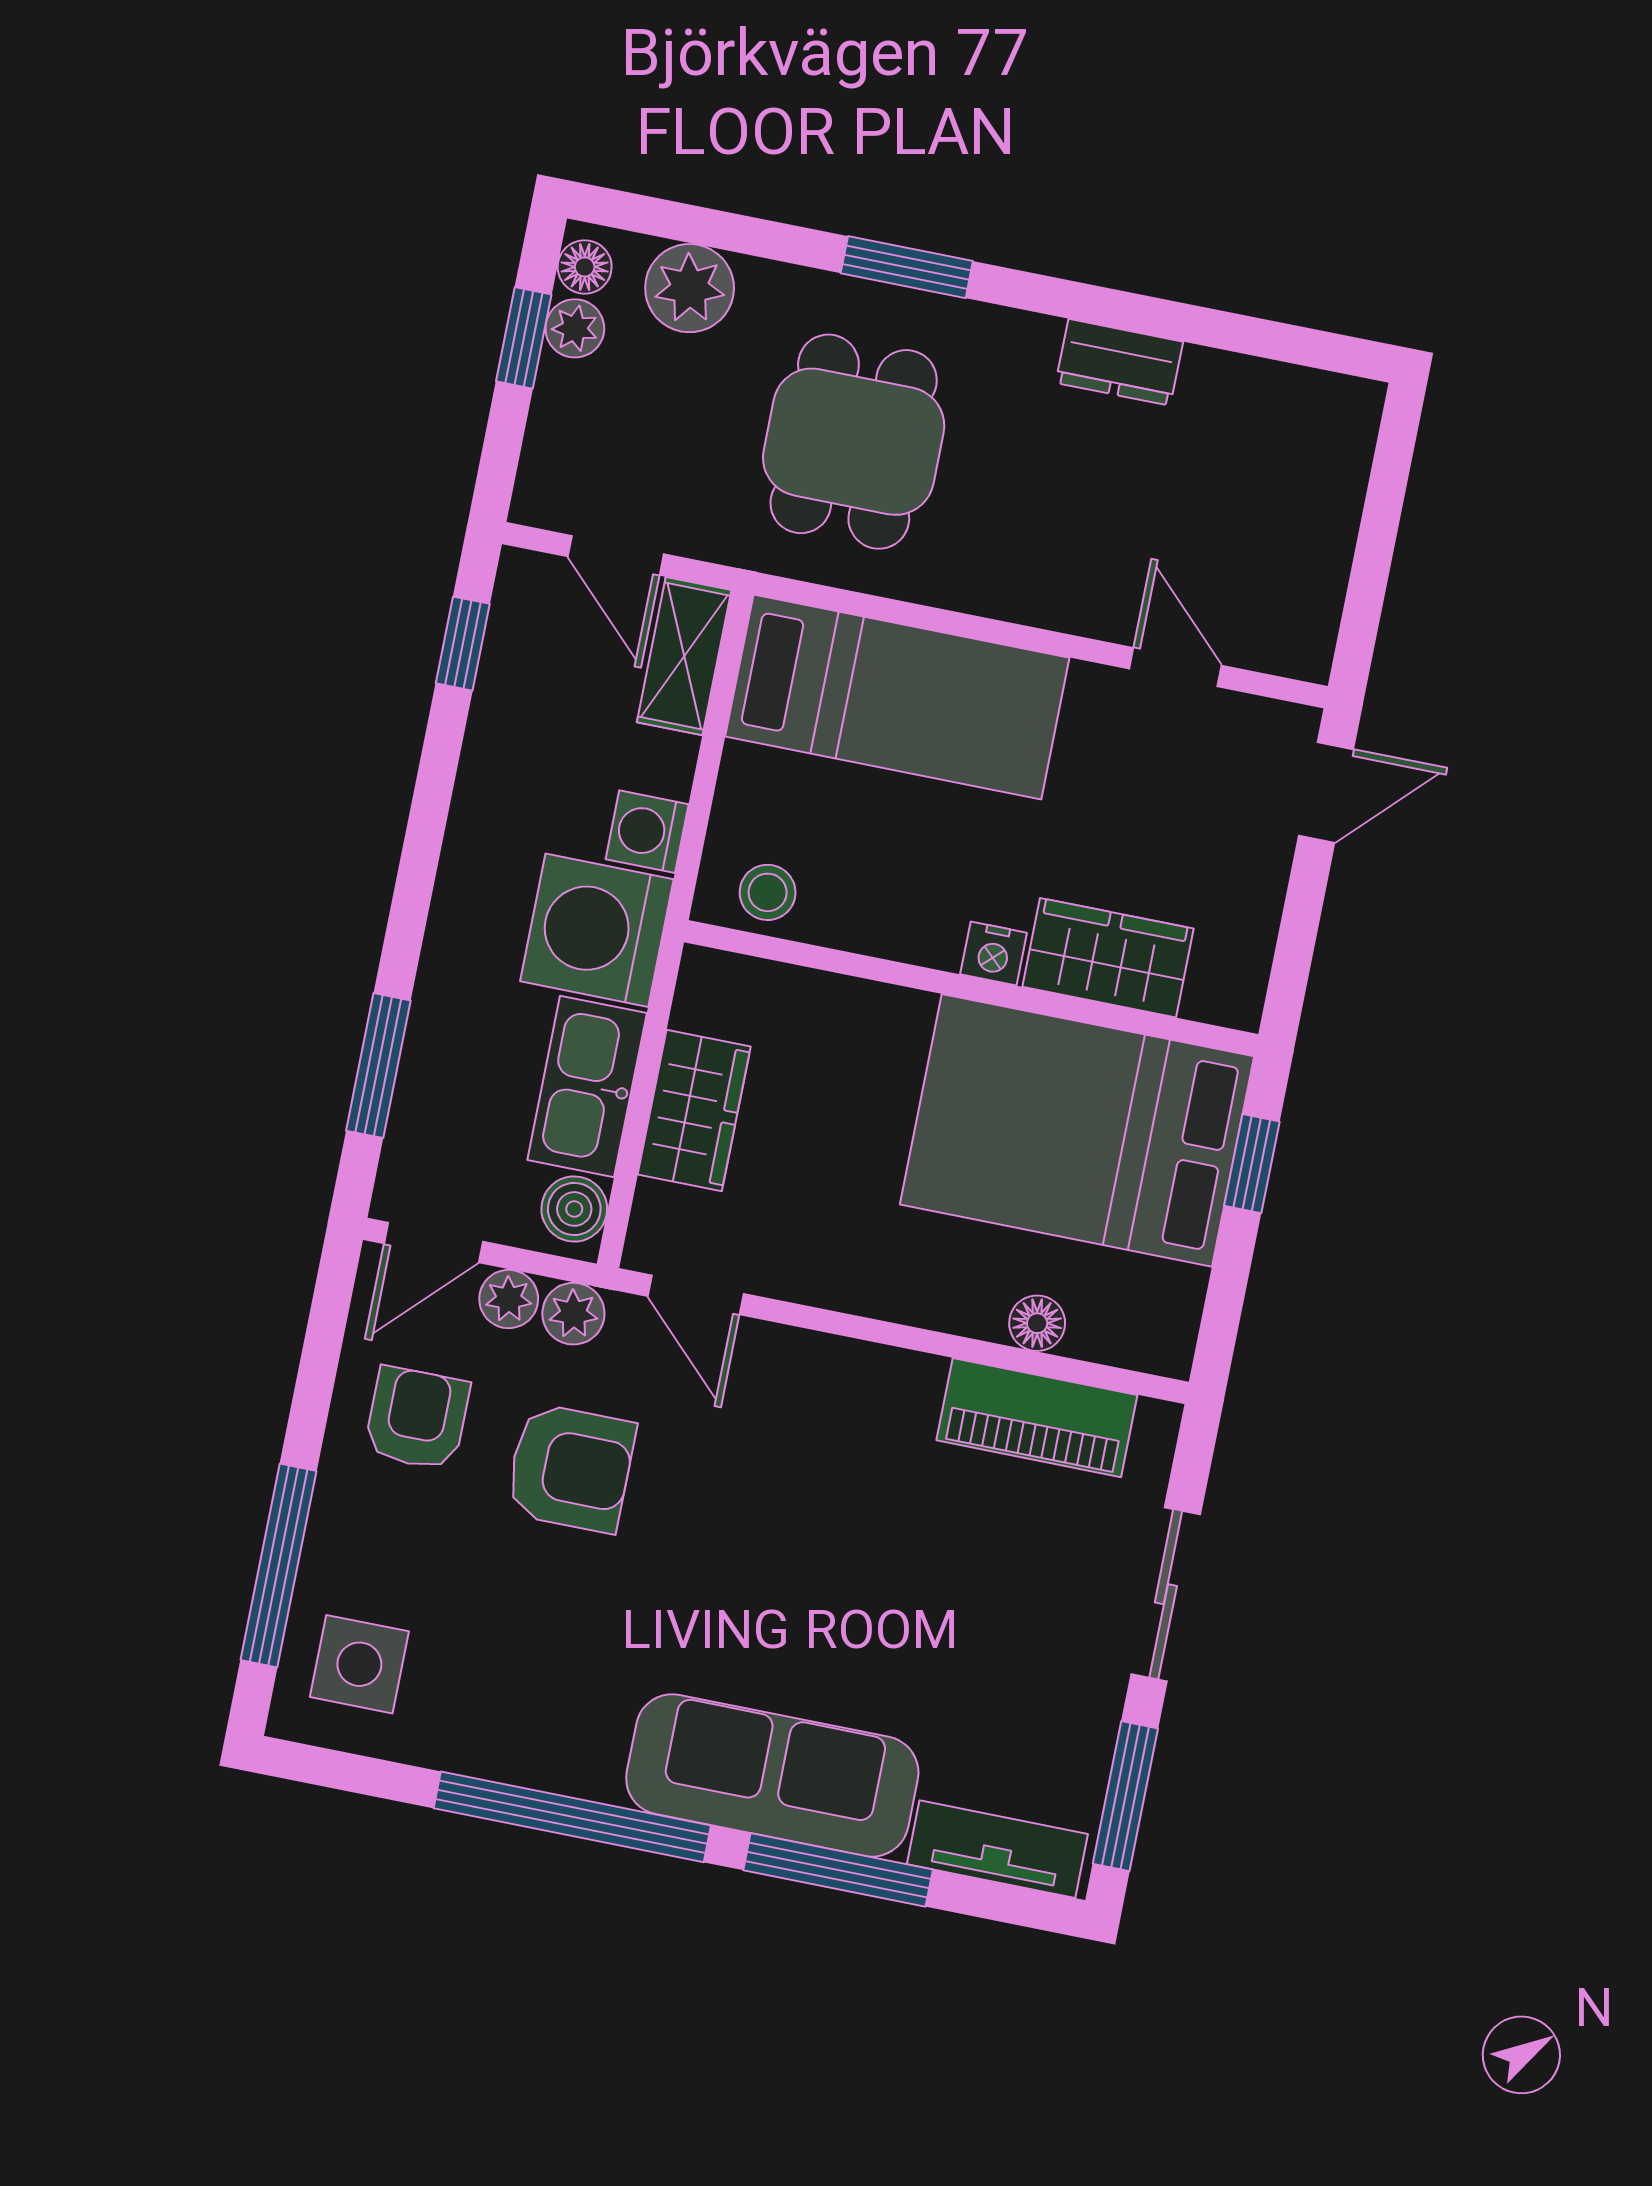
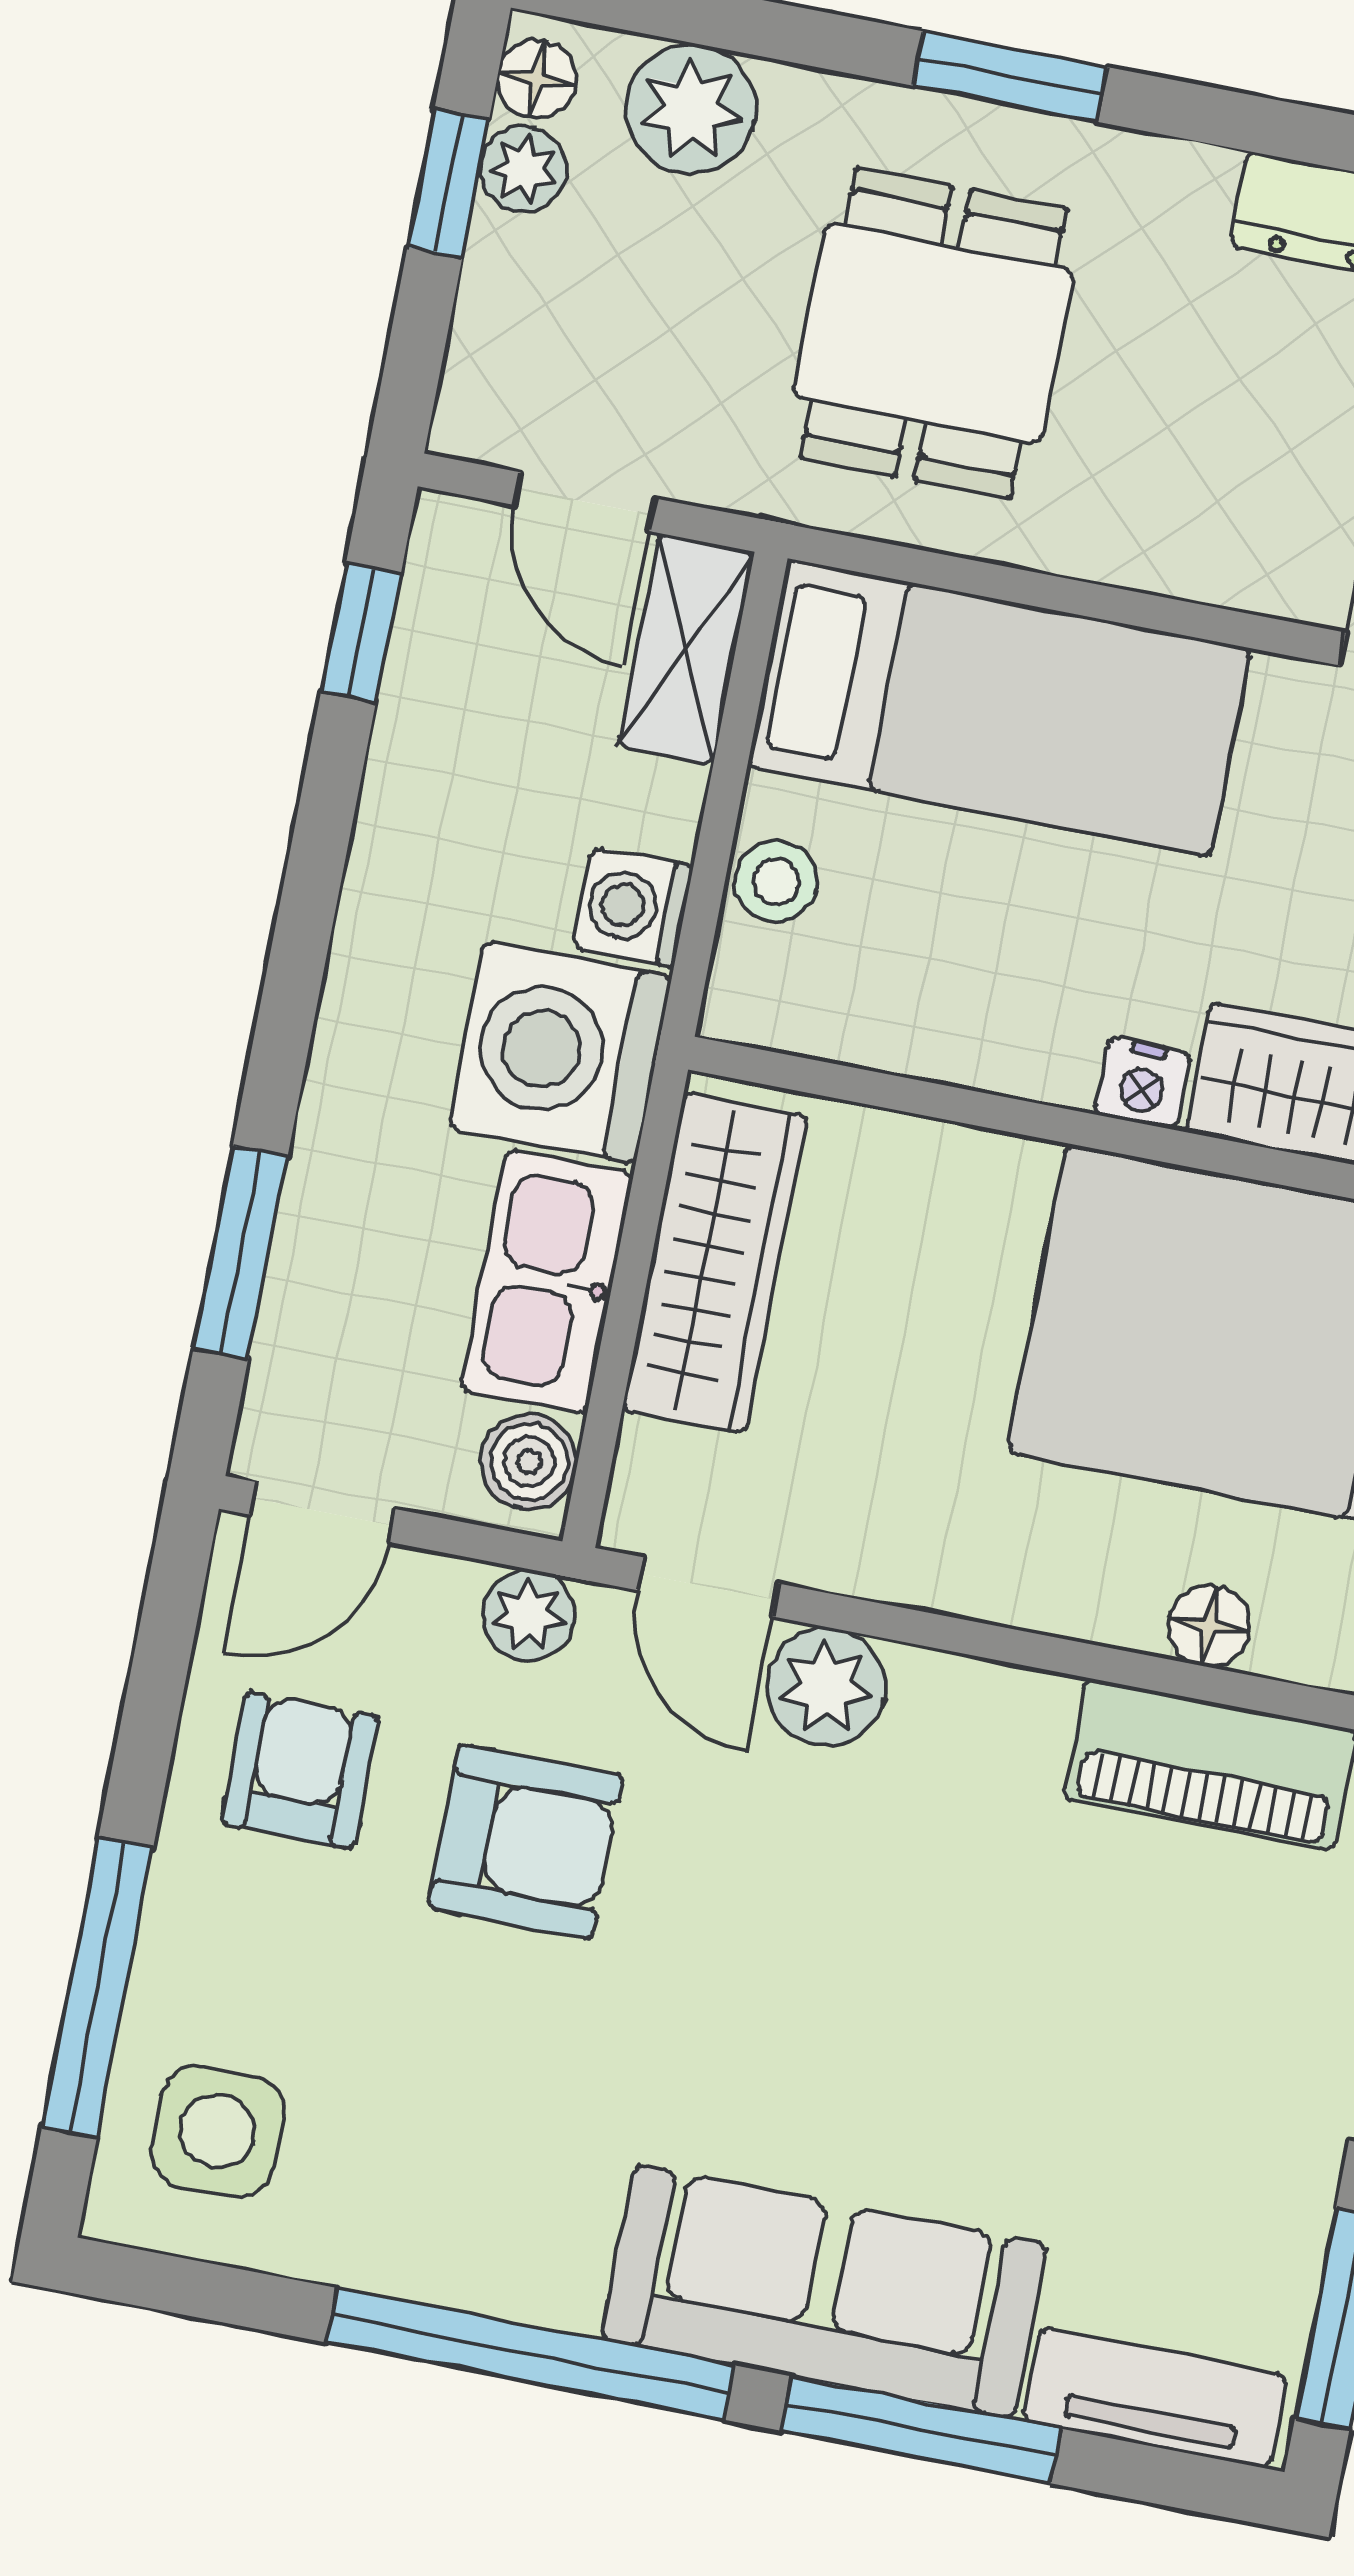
stool: (768, 892) -> (776, 881), moved
wardrobe: (694, 1110) -> (715, 1263), width x1.50
plant: (509, 1299) -> (826, 1687), moved, width x1.38, depth x1.38

